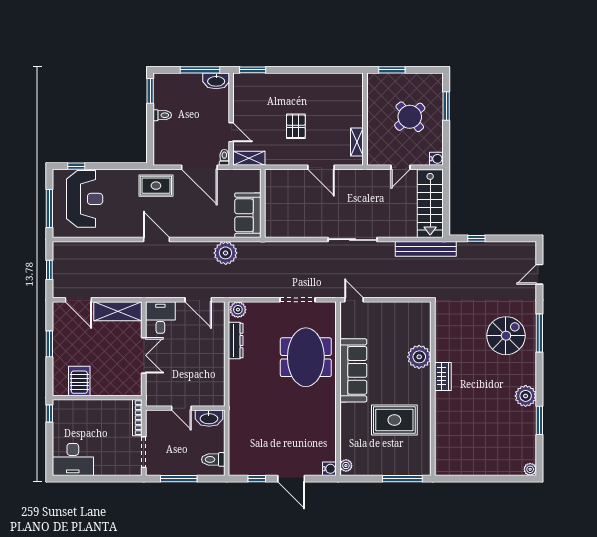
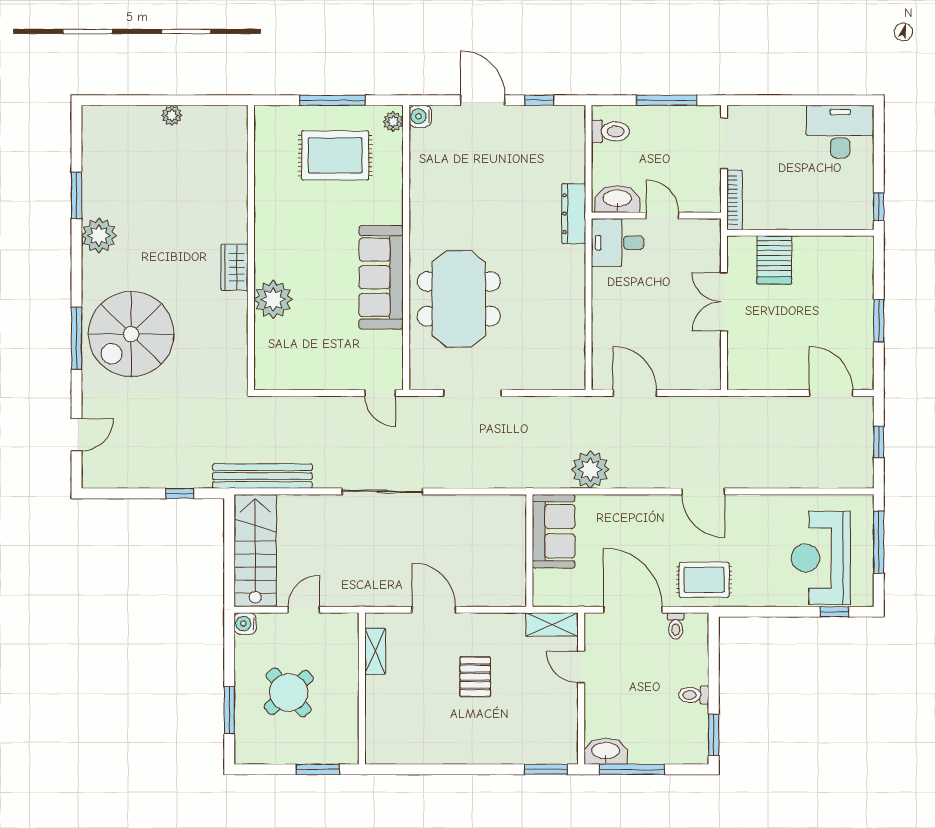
toilet: (224, 157) -> (676, 626), moved
plant: (238, 310) -> (570, 377), removed
shelving: (118, 311) -> (766, 374), removed
desk: (160, 317) -> (617, 243), moved, turned 90
spiral stairs: (506, 336) -> (131, 334), width x1.37, depth x1.37
dresser: (236, 341) -> (574, 214), moved
server rack: (79, 381) -> (774, 260), moved
rug: (394, 420) -> (335, 155), moved
plant: (530, 469) -> (172, 115), moved
window: (402, 479) -> (333, 100), moved

